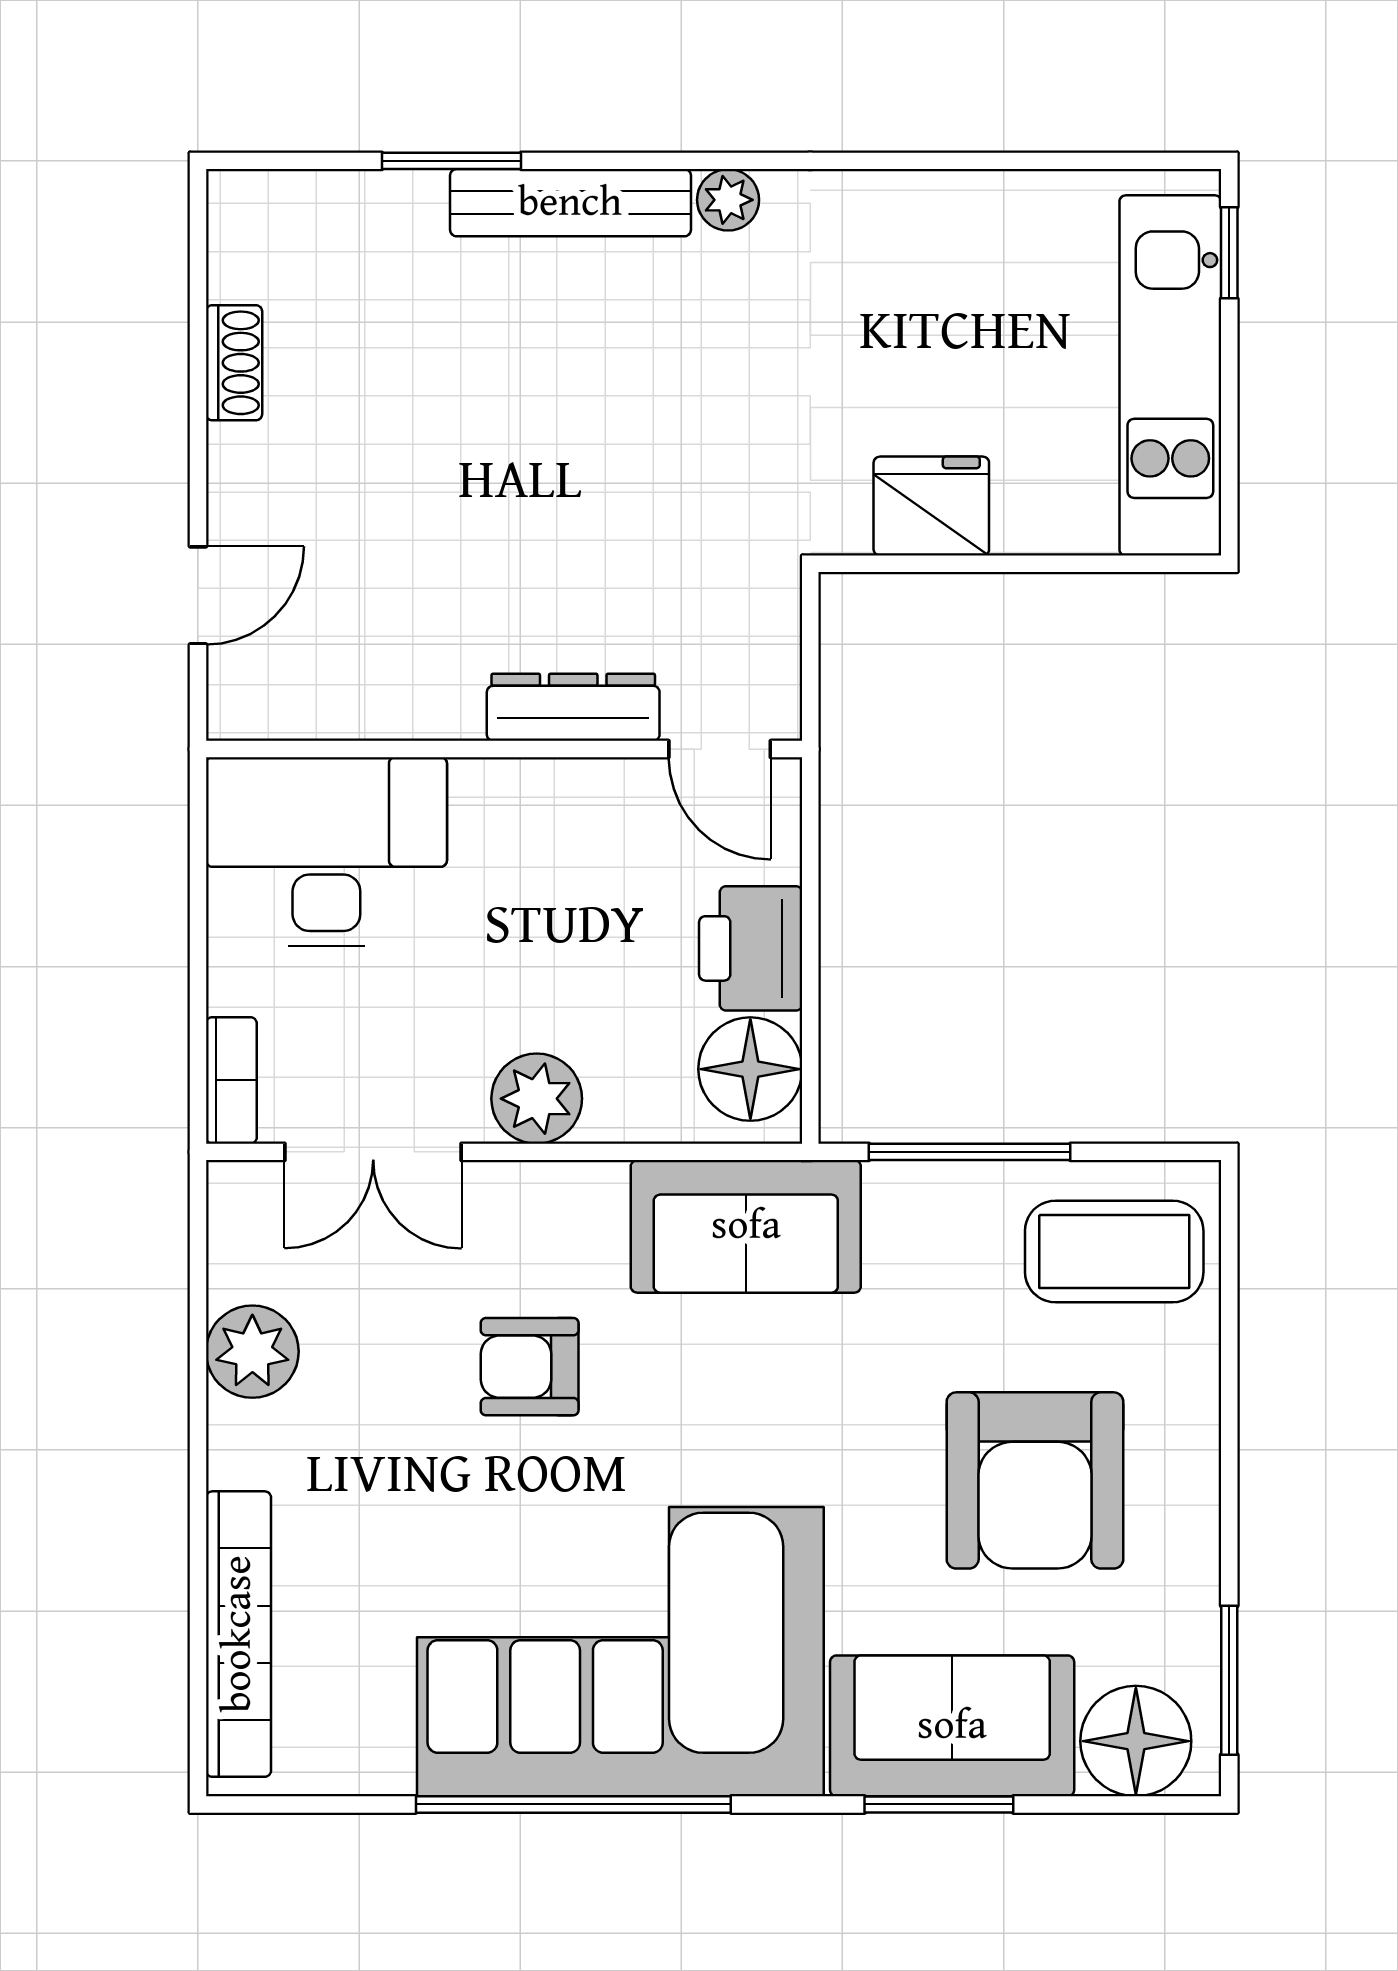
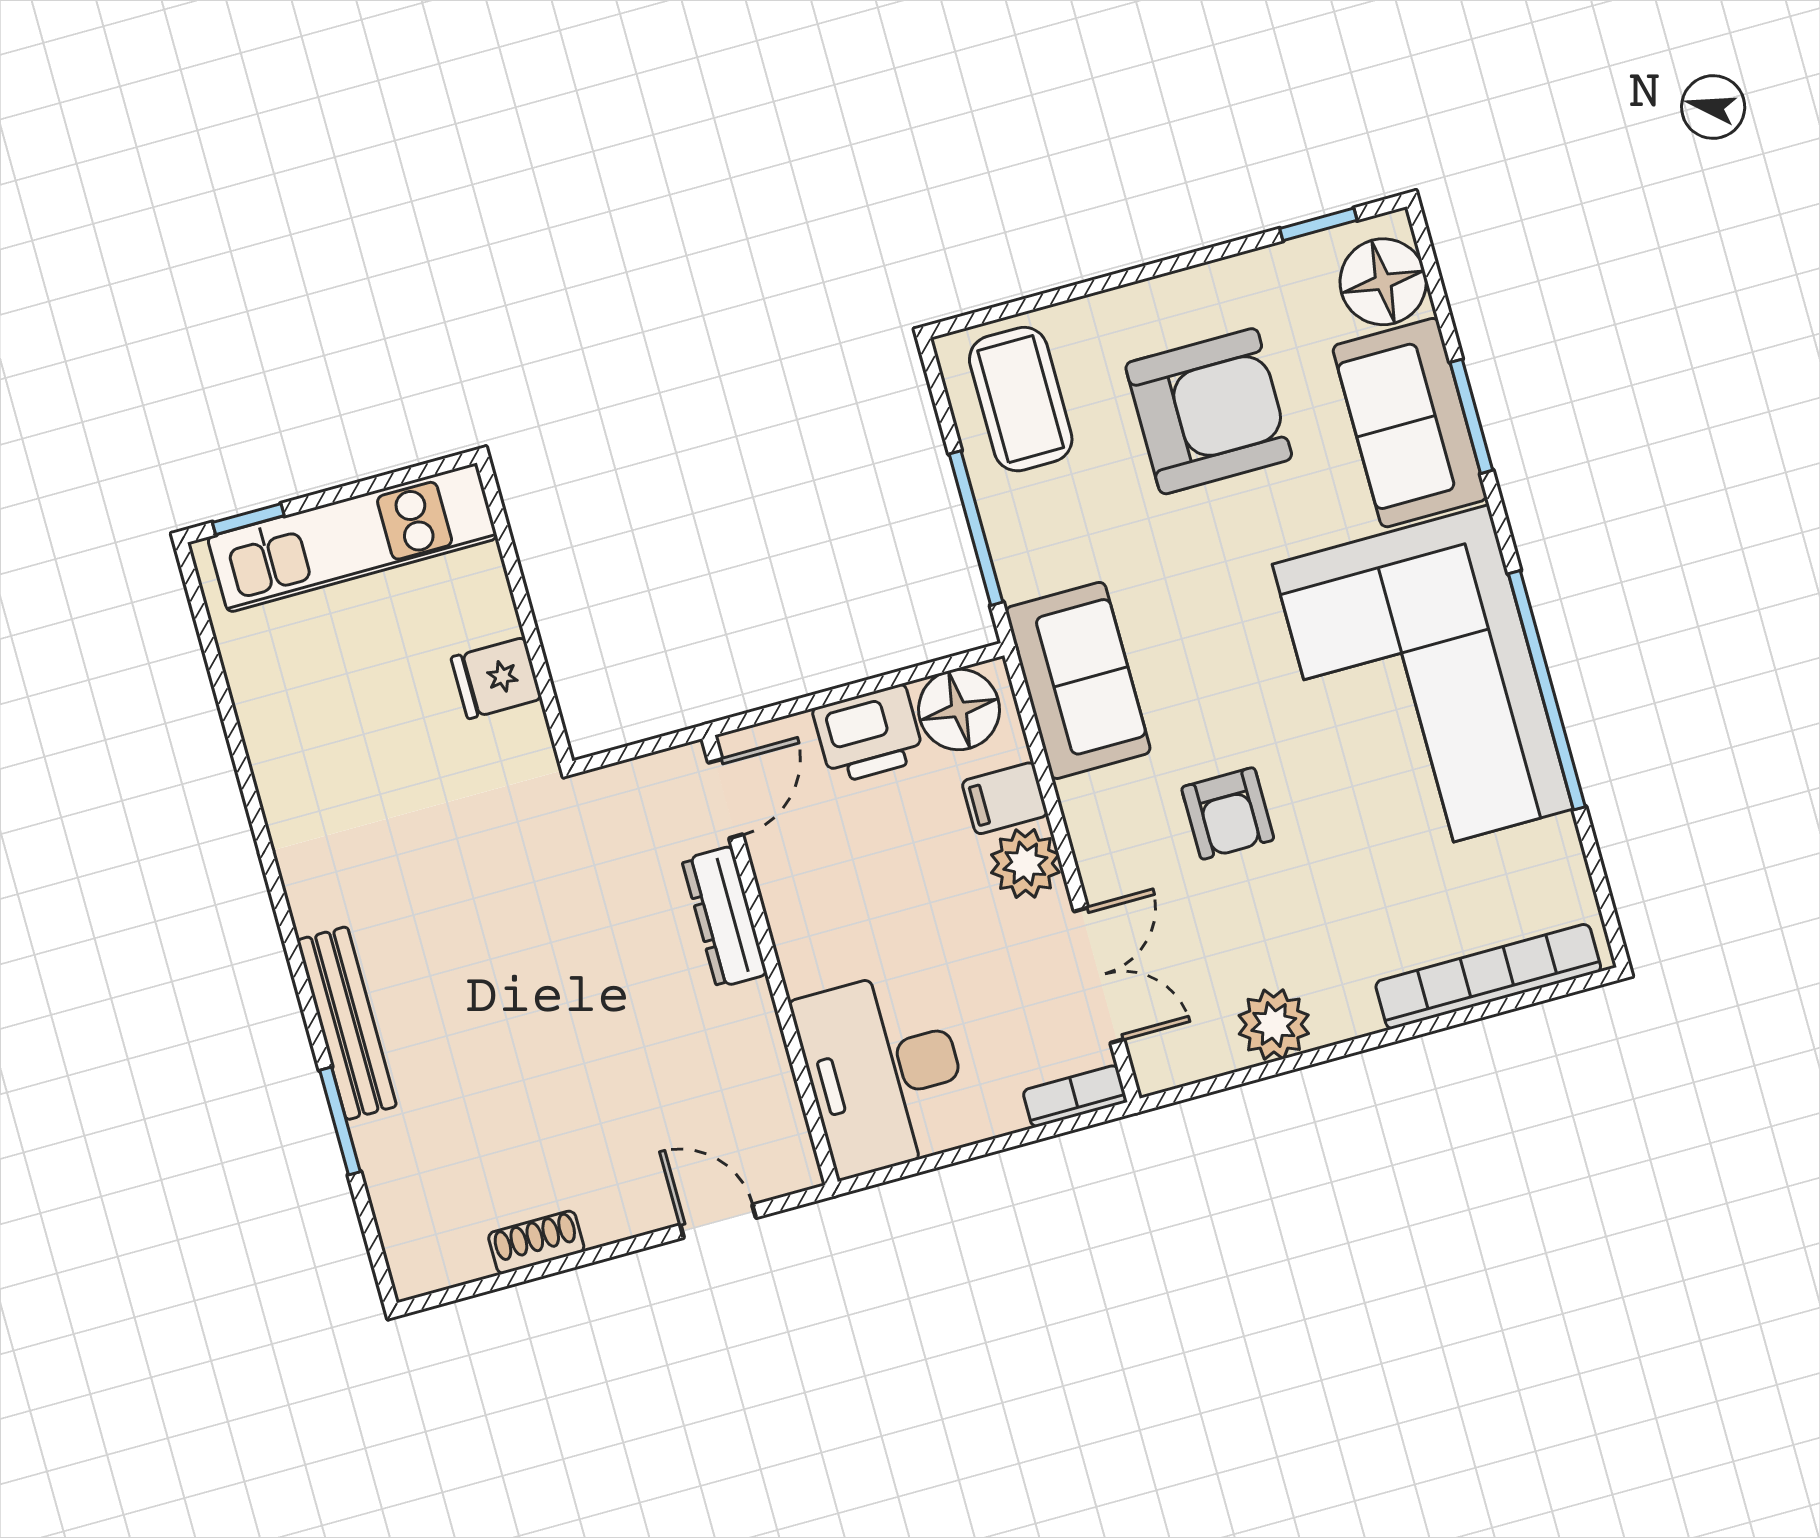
plant: (728, 200) -> (312, 906), removed
fridge: (931, 506) -> (496, 678), width x0.72
filing cabinet: (625, 1095) -> (1005, 798), added
window: (1229, 1680) -> (1318, 224), width x0.67

